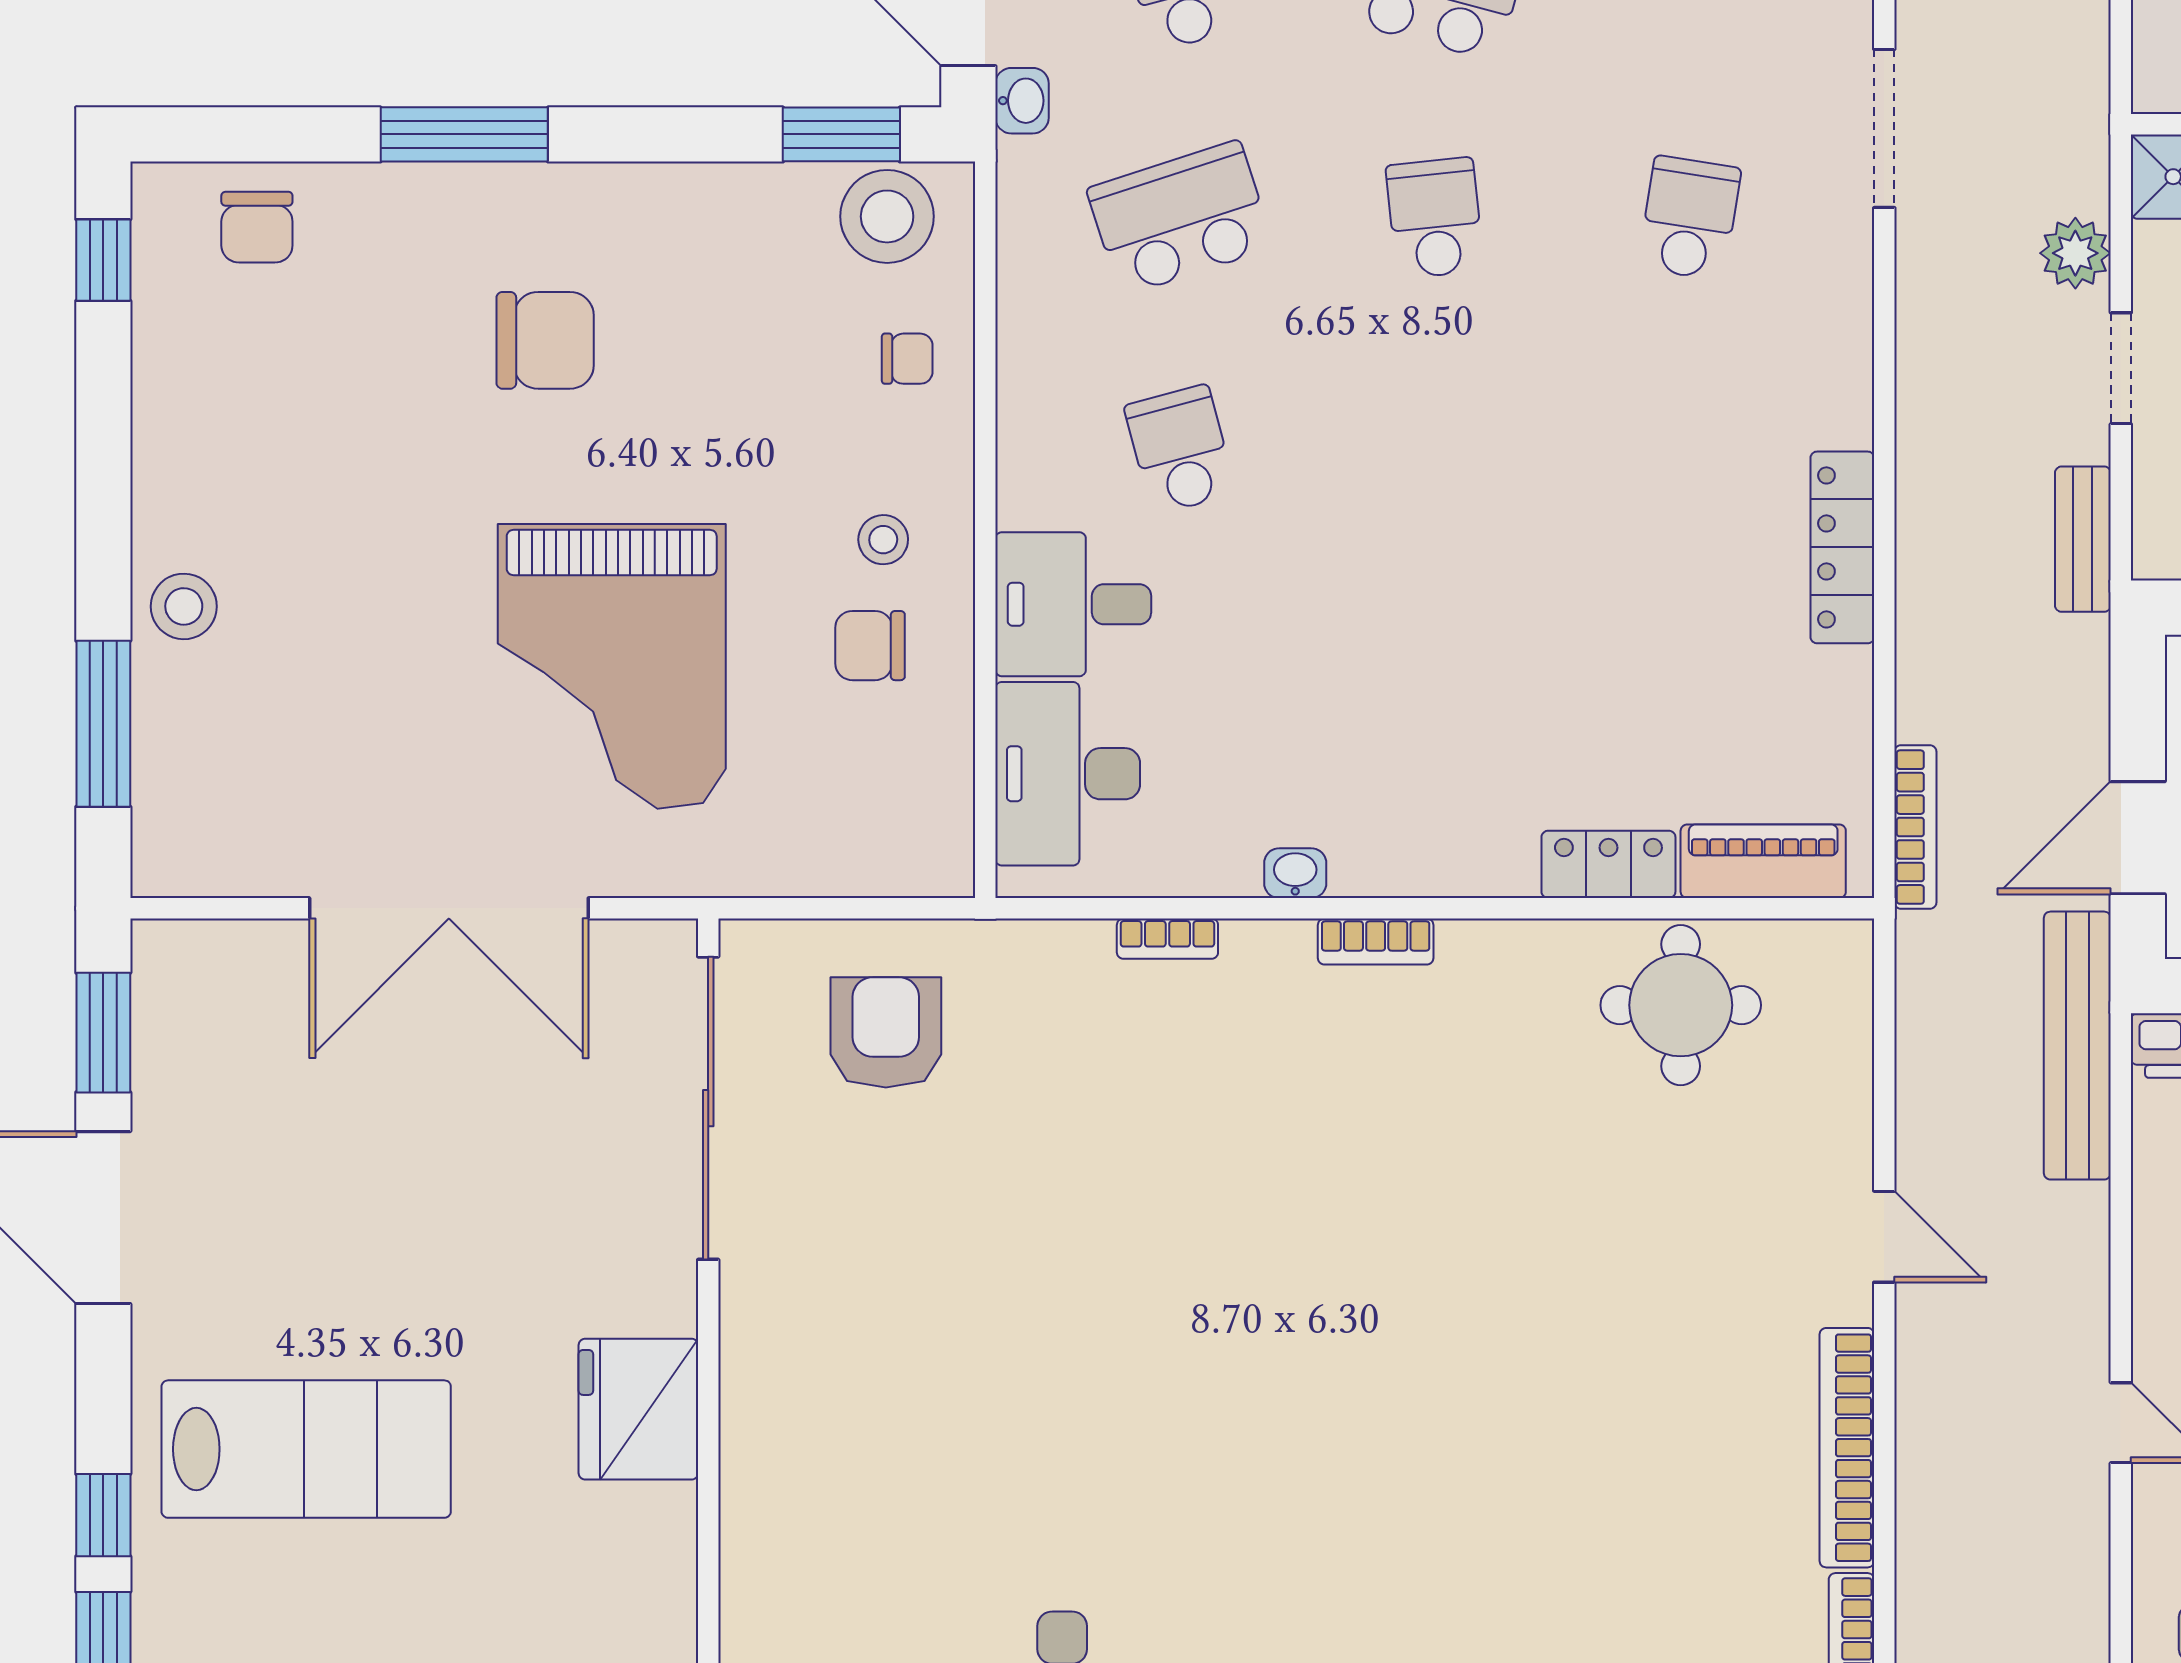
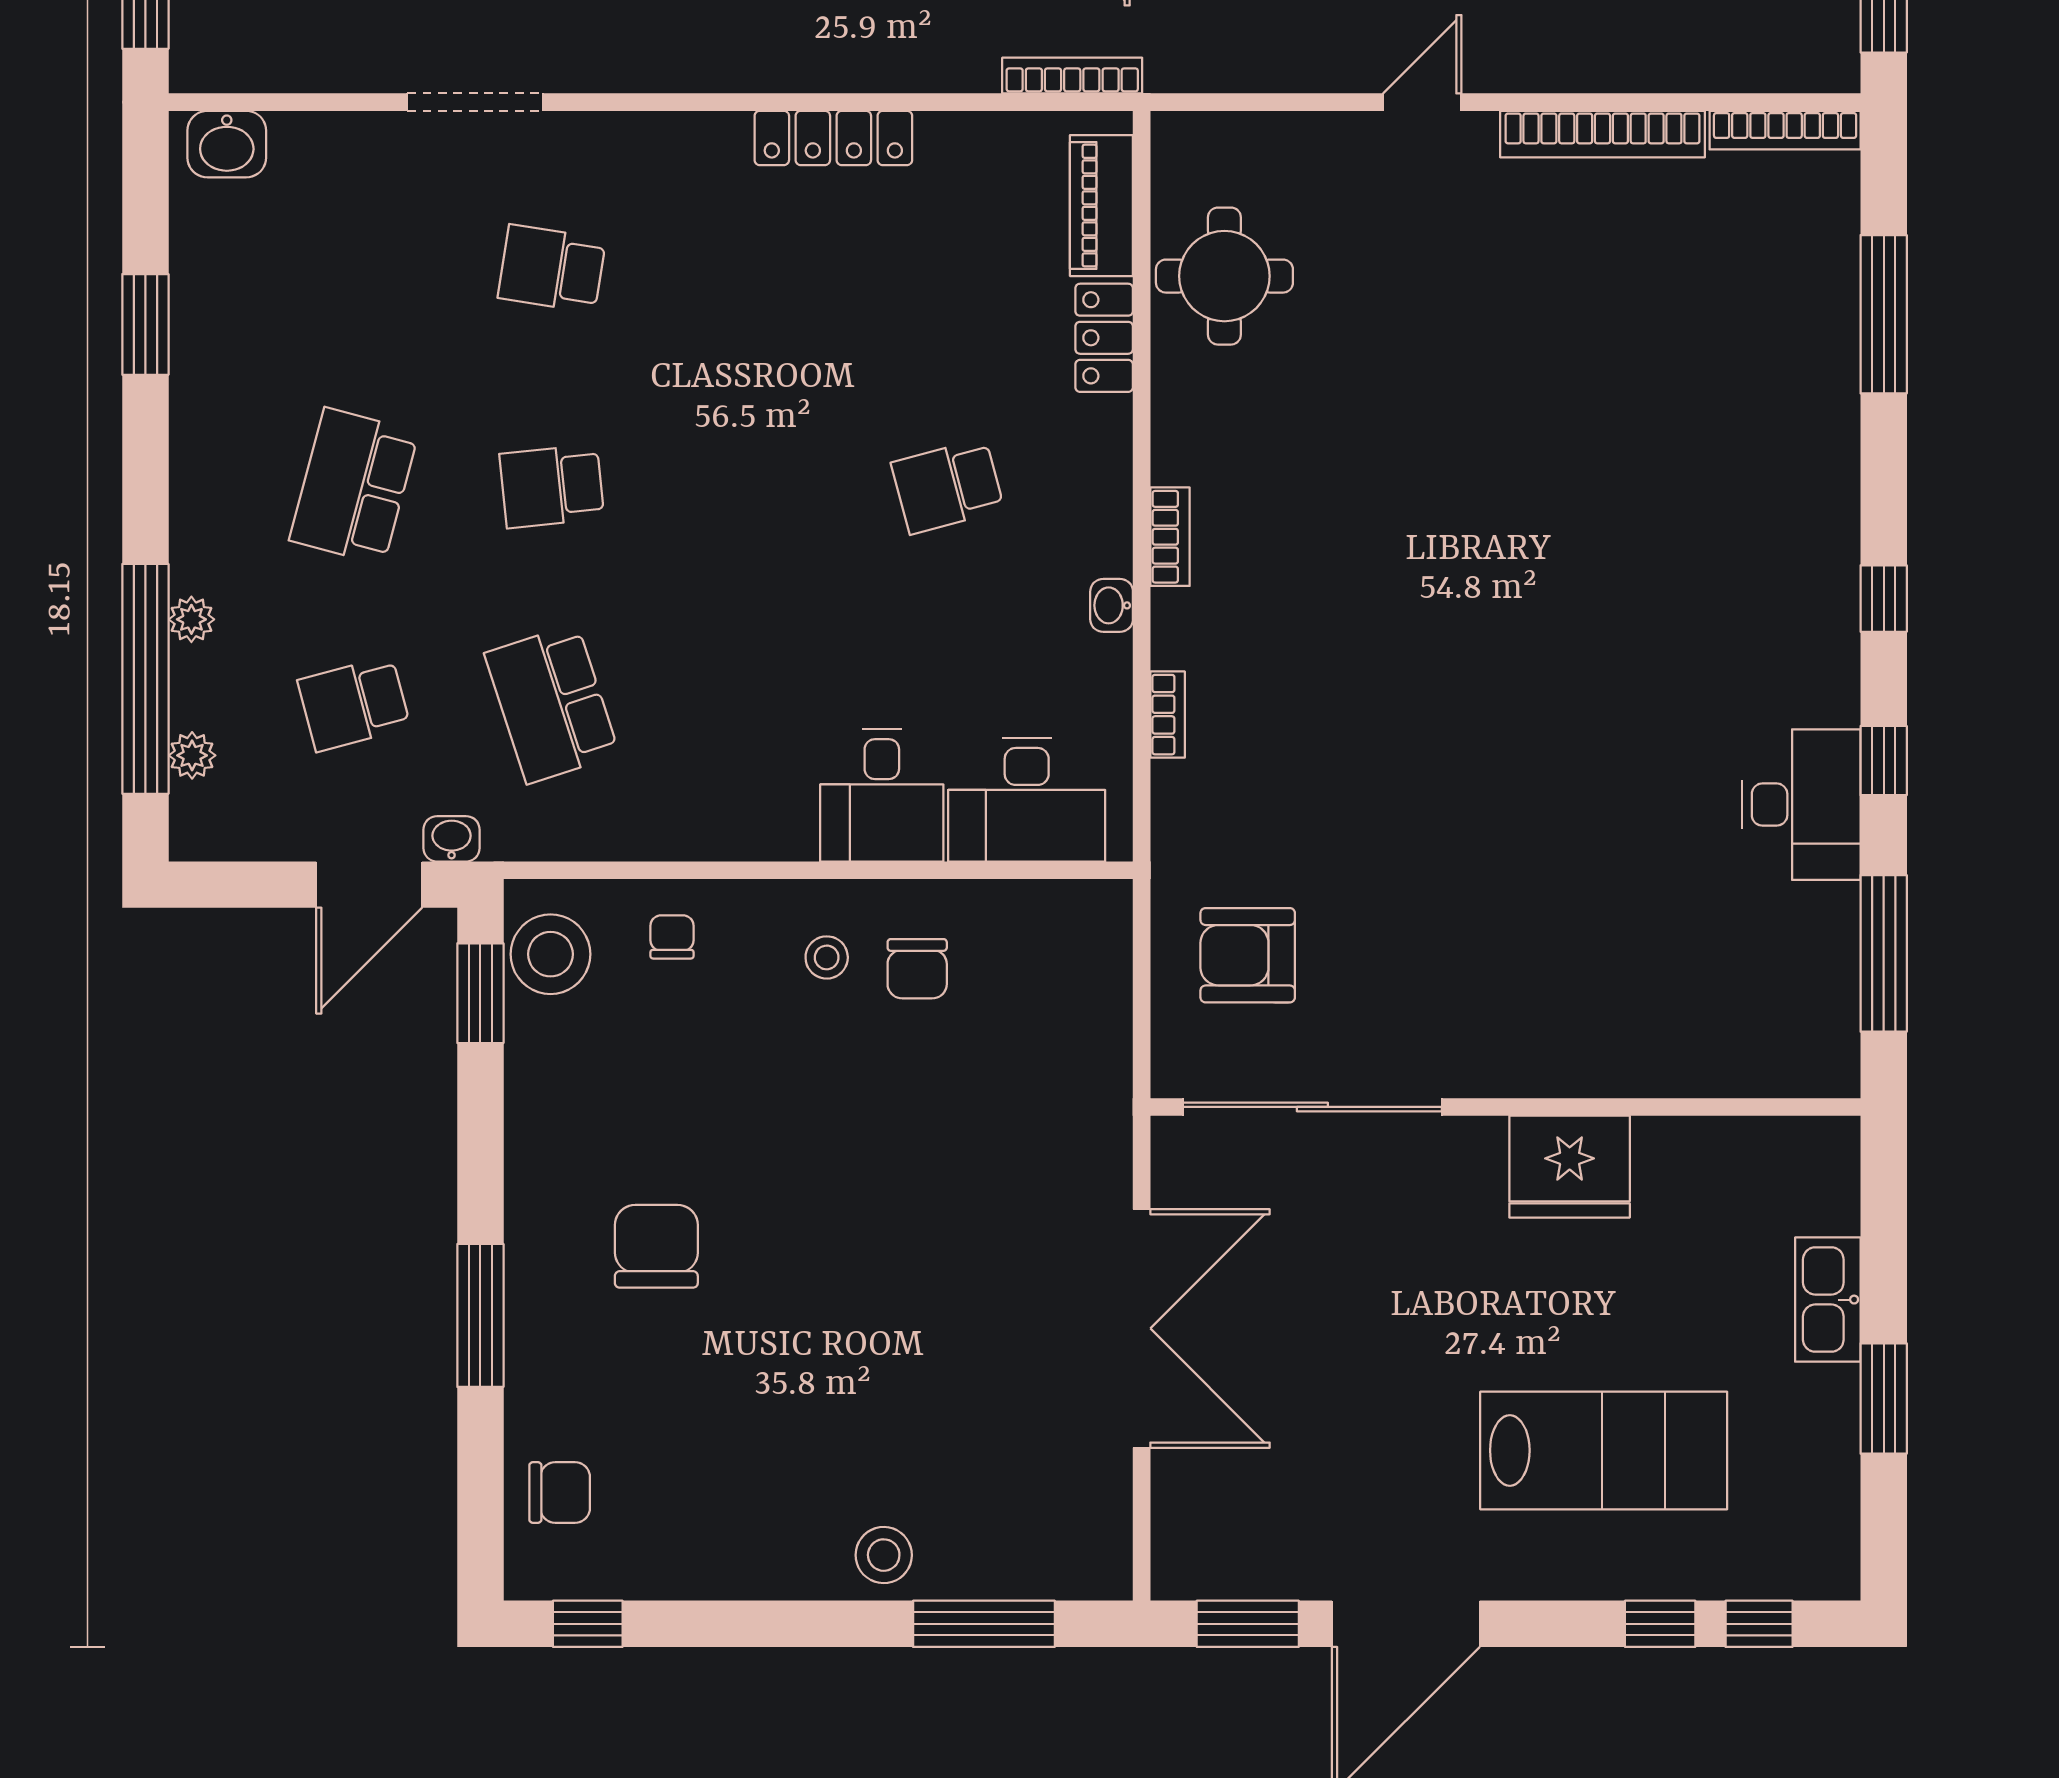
school desk: (1180, 450) -> (948, 486), moved
grand piano: (612, 666) -> (935, 1189), removed
lab bench: (306, 1449) -> (1604, 1450), turned 90

